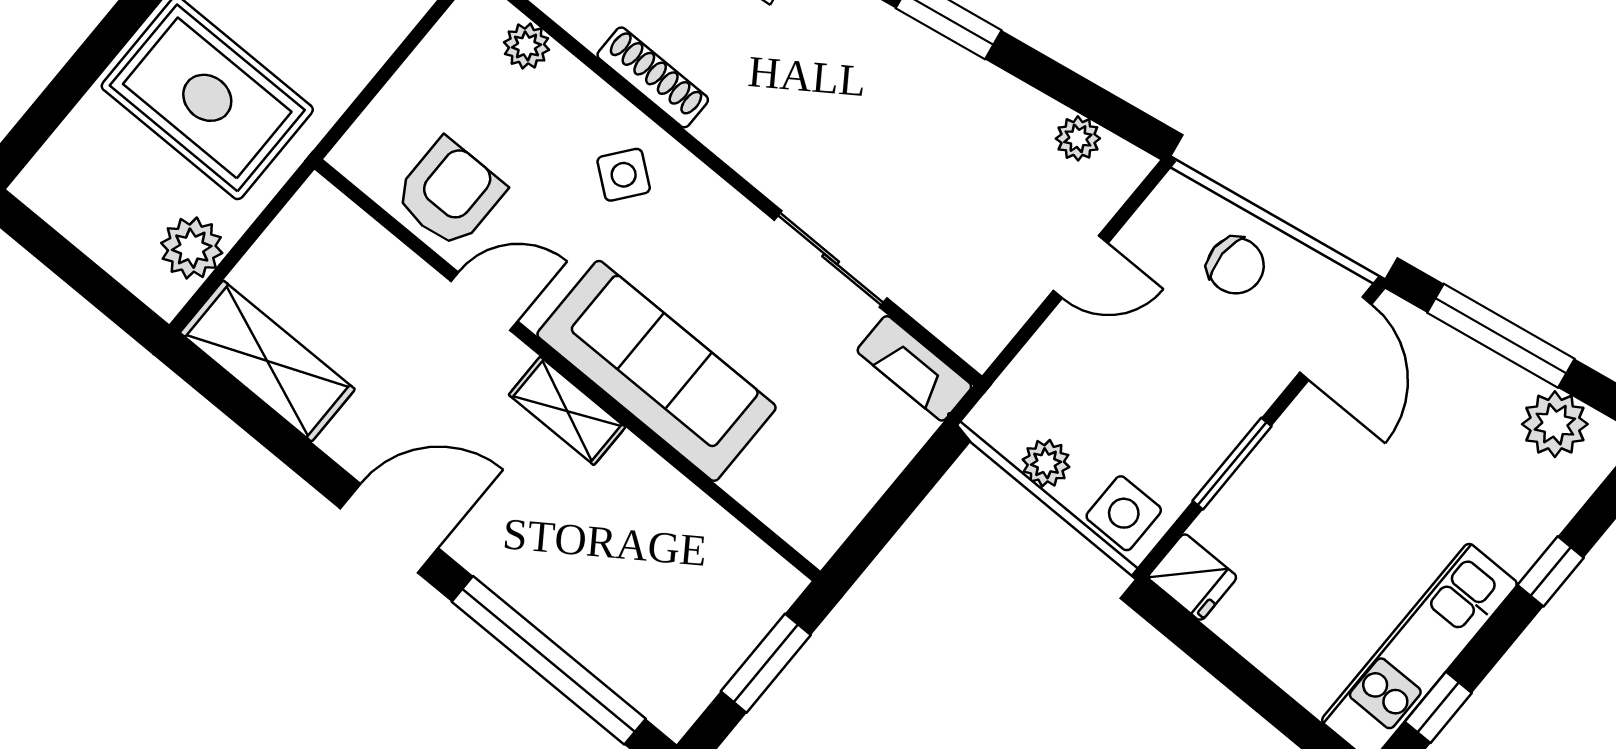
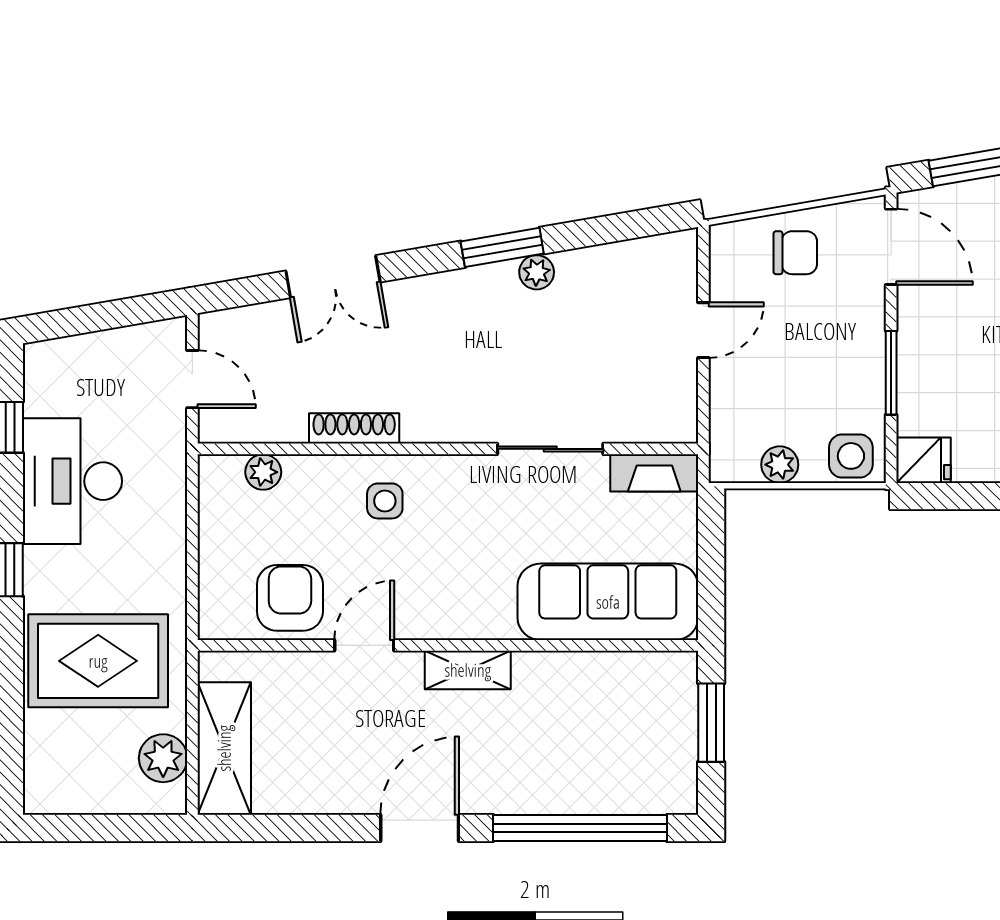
plant: (1078, 138) -> (537, 272), moved
side table: (624, 175) -> (385, 501), turned -38
shelving: (267, 361) -> (224, 748), moved, turned 90
sofa: (657, 371) -> (608, 602), moved

